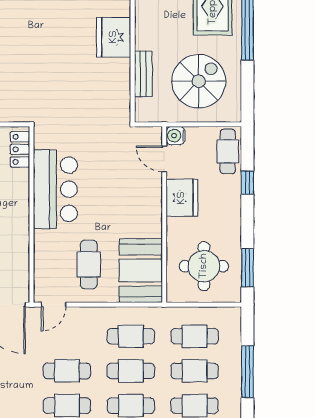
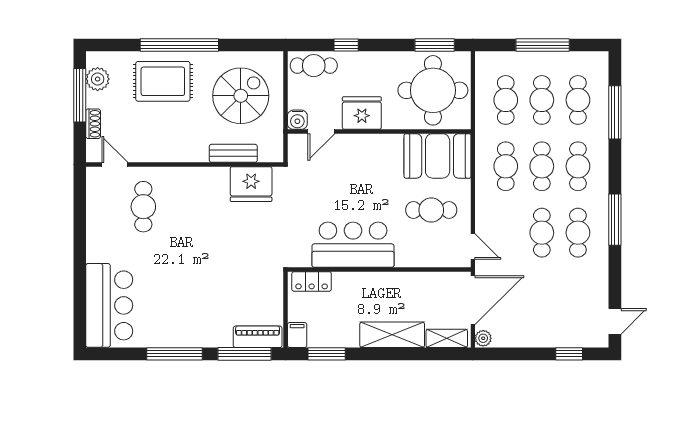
fridge: (114, 37) -> (251, 184), moved
spiral stairs: (199, 81) -> (241, 96), turned 90
round table: (204, 266) -> (433, 90), width x1.36, depth x1.36

